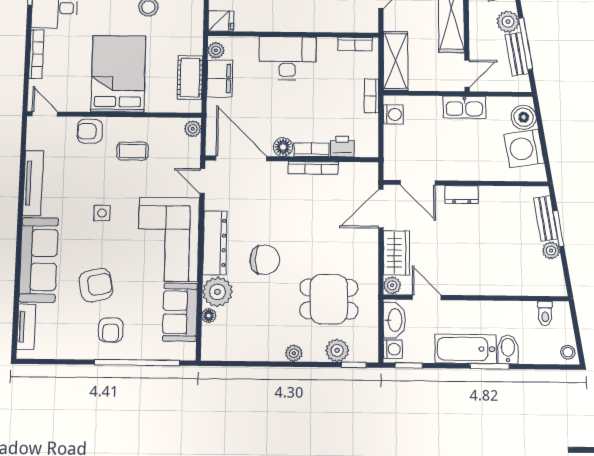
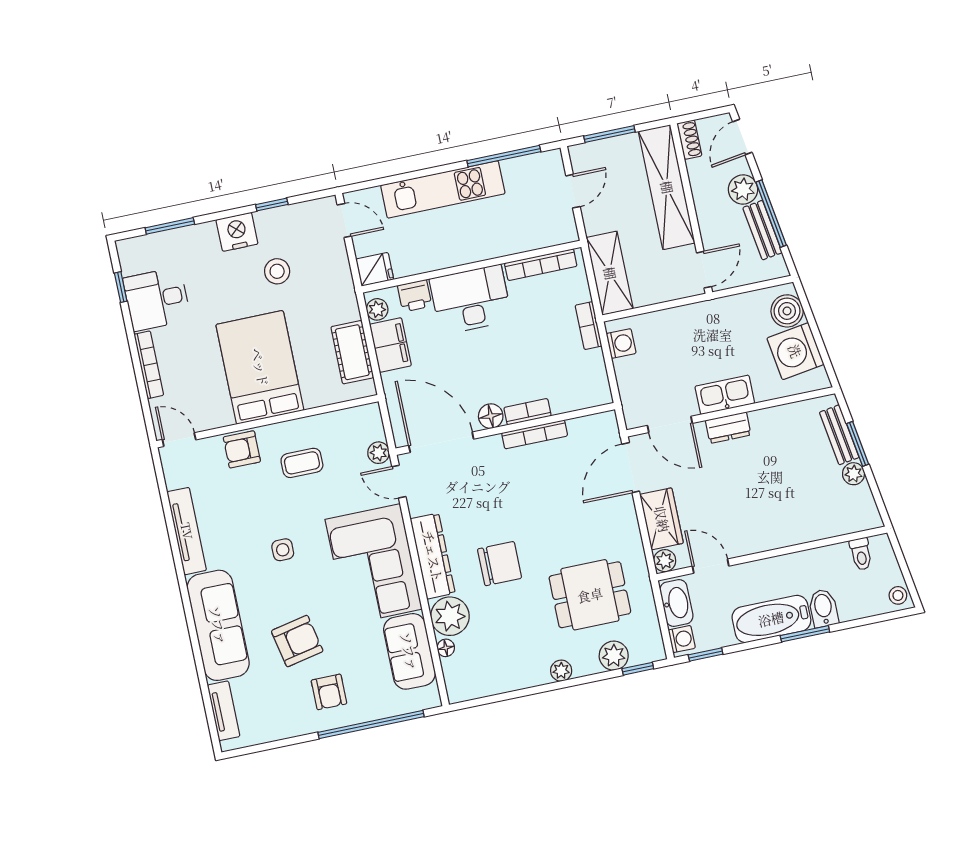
bookcase: (355, 44) -> (541, 265), width x1.56
kitchen sink: (464, 107) -> (725, 395), moved, turned 180
plant: (193, 129) -> (379, 453), moved
printer: (342, 147) -> (415, 296), moved, turned 180

